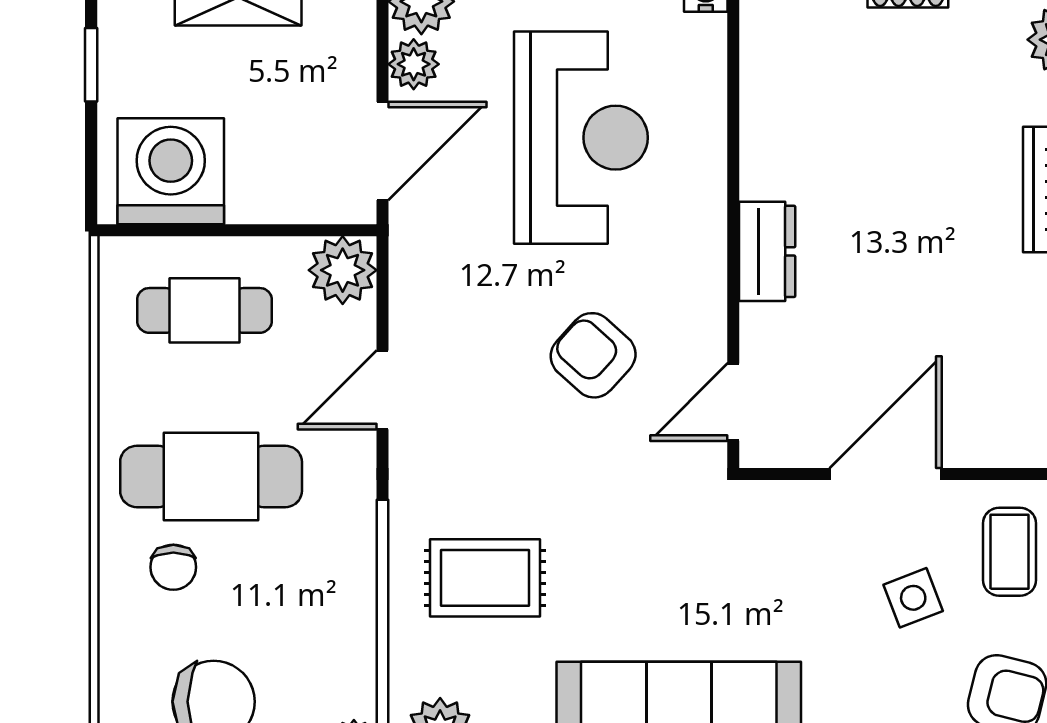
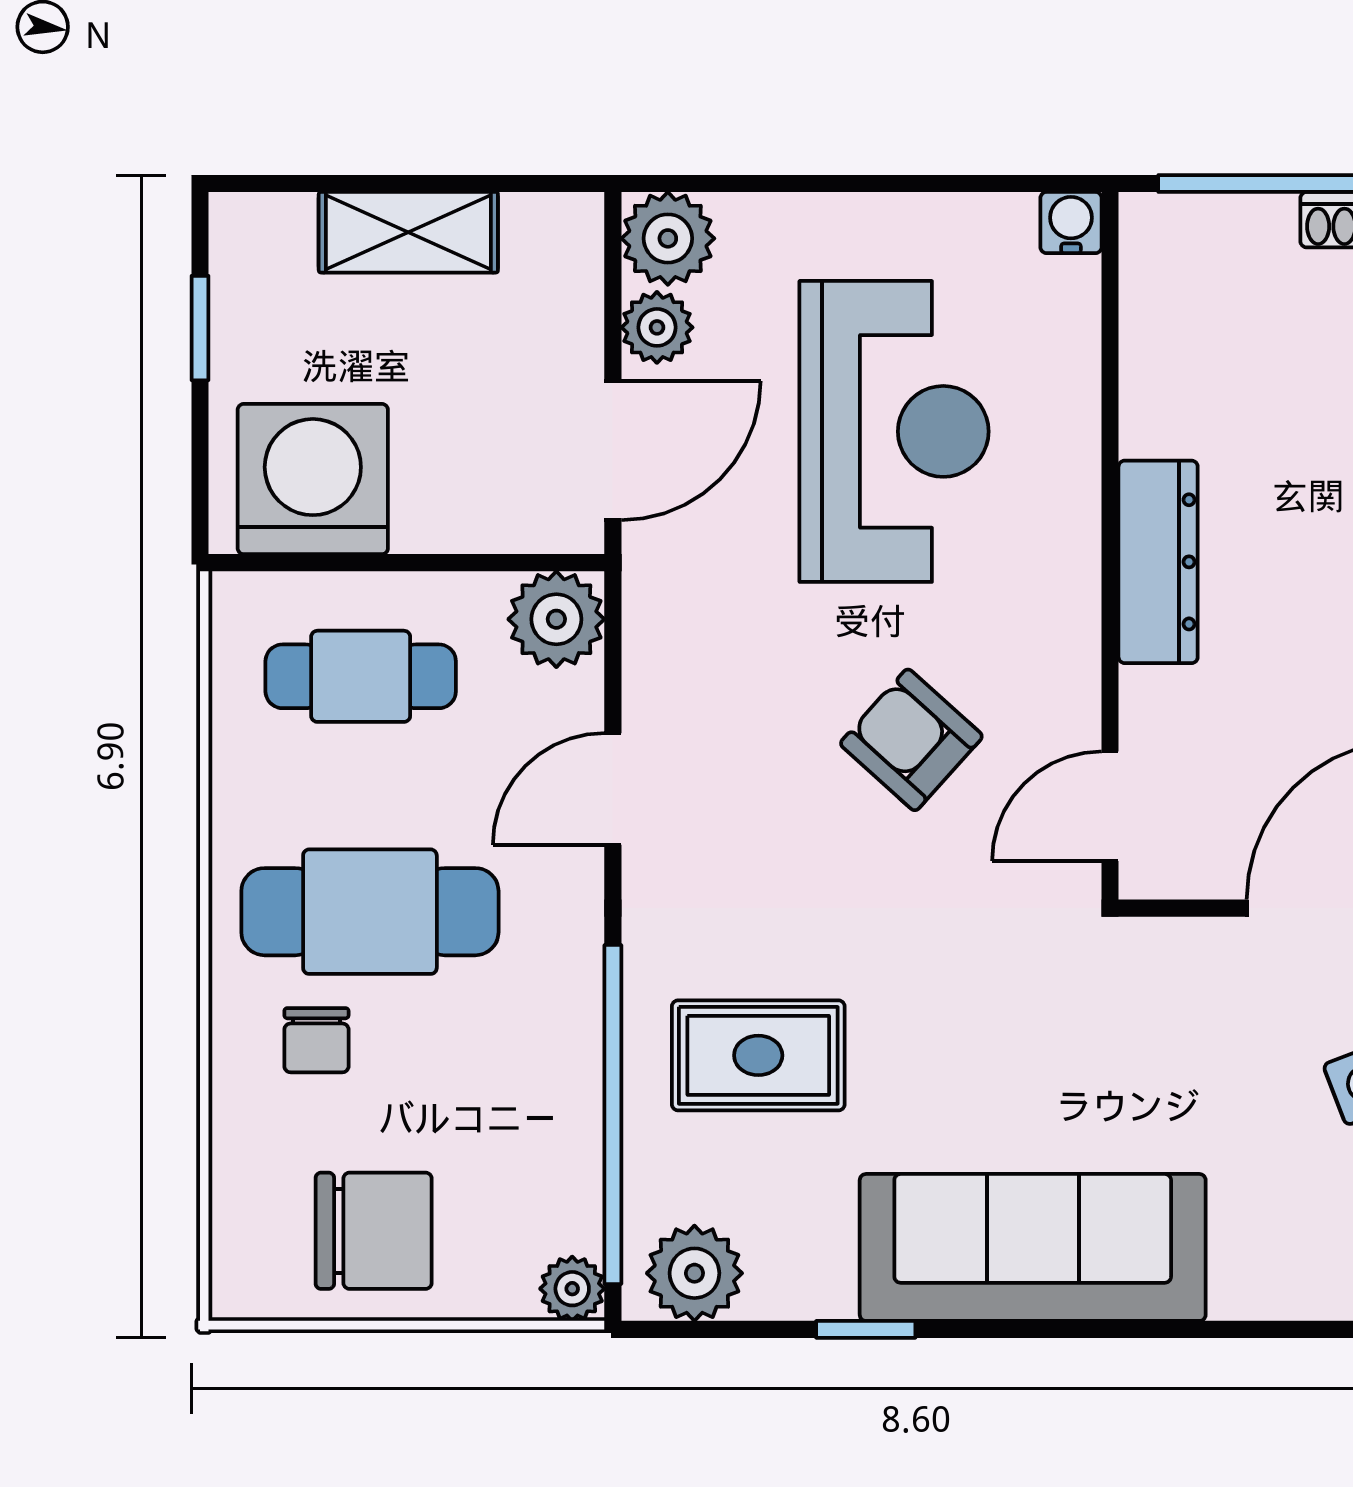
dresser: (767, 251) -> (1158, 562), width x1.44

